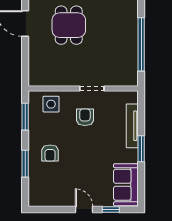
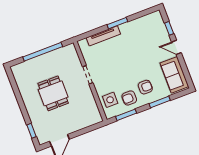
dining table: (69, 25) -> (53, 93), moved, turned 90
armchair: (85, 117) -> (129, 98), moved
sofa: (126, 185) -> (174, 75), moved, turned 90
door: (84, 210) -> (176, 47), hinge flipped

